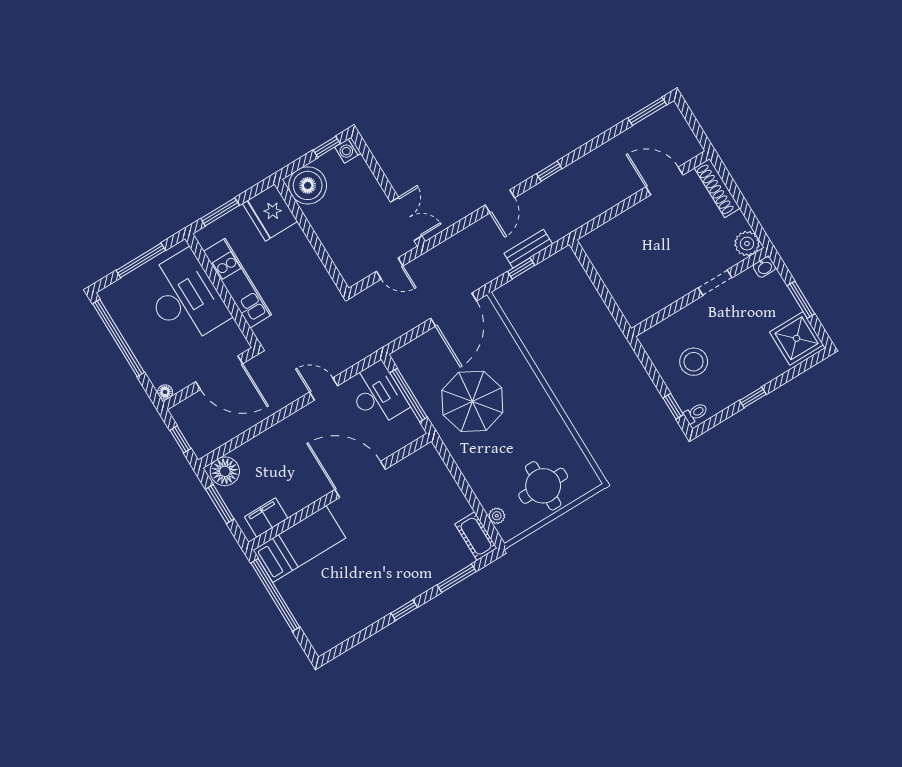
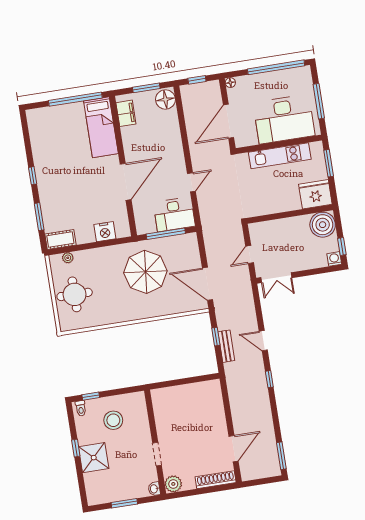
shower: (796, 338) -> (94, 458), moved
nightstand: (440, 480) -> (105, 232), added

